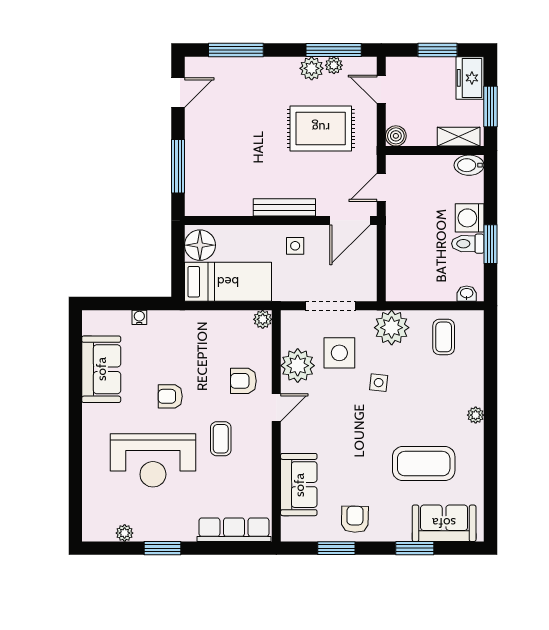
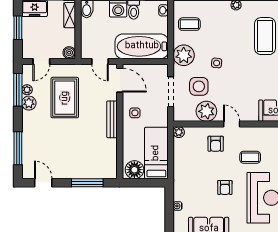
bathtub: (406, 257) -> (142, 46), added

